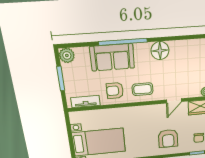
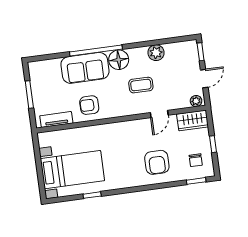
floor lamp: (160, 51) -> (119, 60), moved
plant: (67, 55) -> (156, 53), moved
coffee table: (143, 89) -> (141, 85), moved

